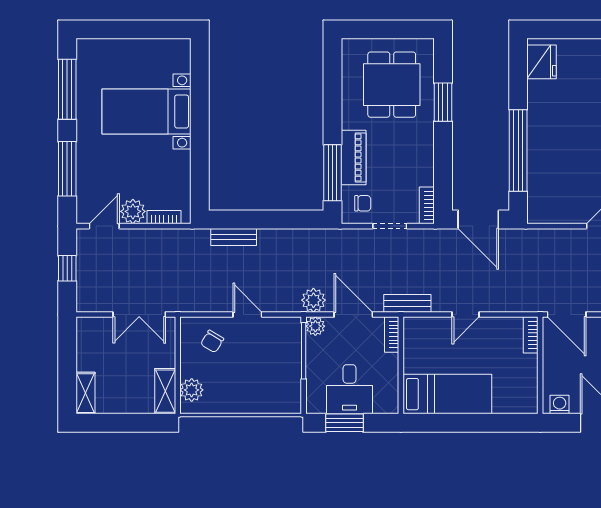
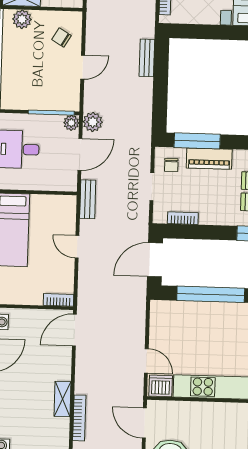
bookcase: (427, 205) -> (183, 218), moved
bookcase: (392, 334) -> (62, 185), removed

